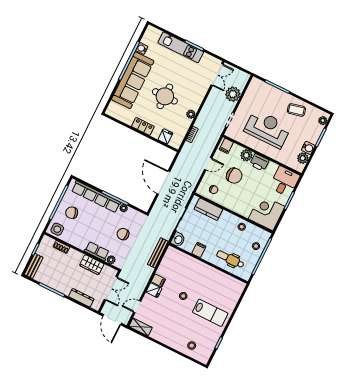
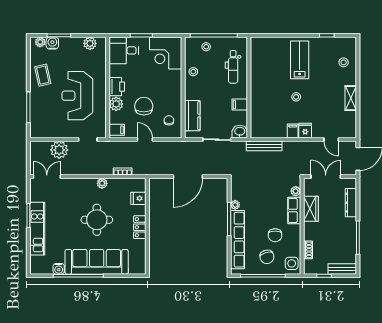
water cooler: (308, 148) -> (52, 43), moved
chair: (123, 234) -> (275, 235), moved
shelving: (141, 327) -> (351, 98), moved

